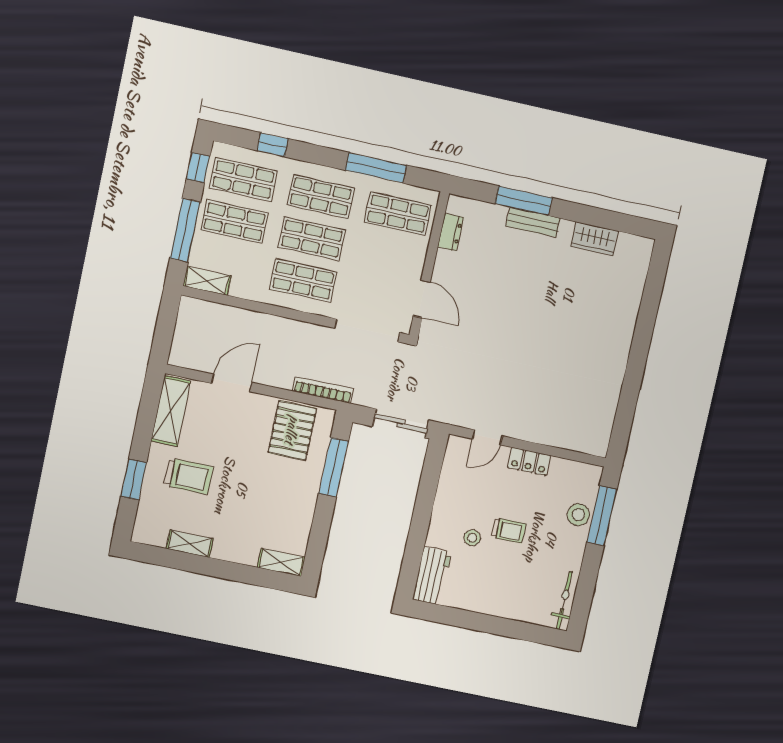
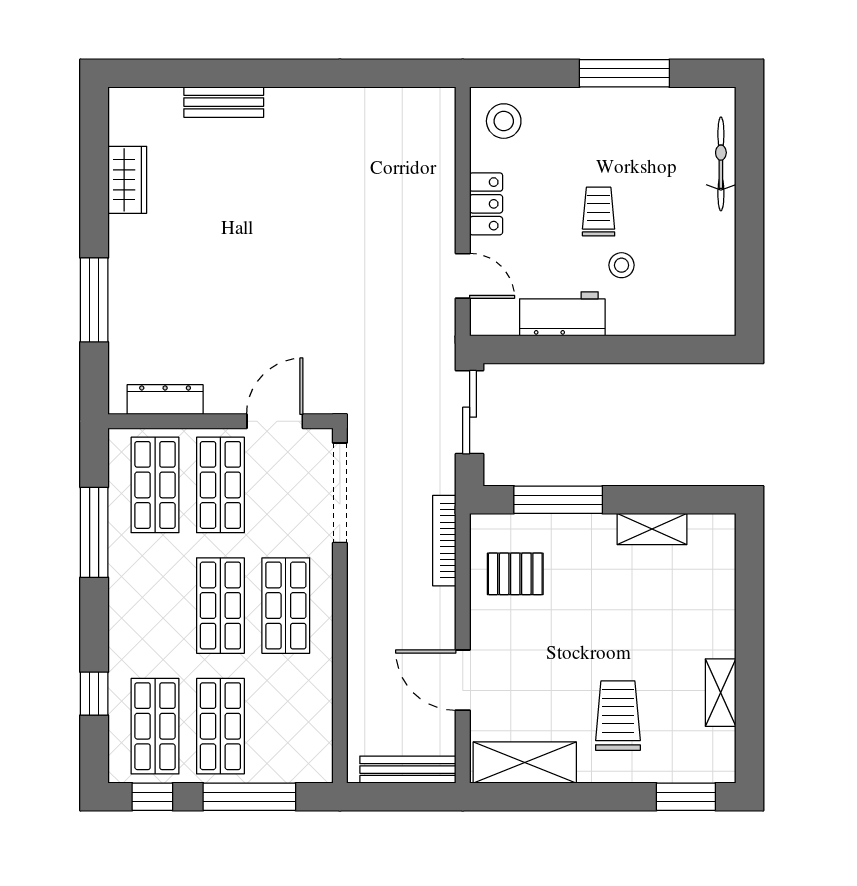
shop shelf: (321, 197) -> (220, 485), moved
bench: (533, 222) -> (224, 102), moved, turned 90
dresser: (451, 232) -> (165, 400), width x1.44
shelving: (207, 281) -> (318, 749), removed
bench: (182, 336) -> (408, 770), added
pallet: (292, 430) -> (515, 574), width x0.67, depth x0.71
window: (134, 479) -> (686, 797), moved
stool: (578, 515) -> (504, 121), moved
window: (602, 516) -> (624, 73), moved
shelving: (281, 562) -> (652, 529), moved, turned 90
workbench: (432, 576) -> (562, 314), moved
bicycle: (564, 601) -> (721, 164), moved, turned 90

